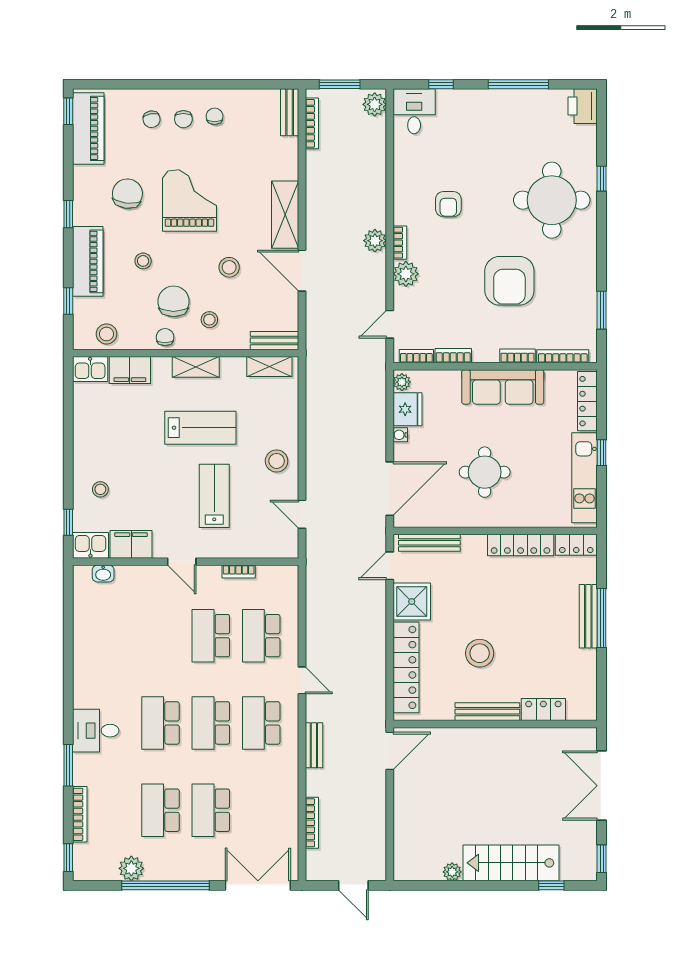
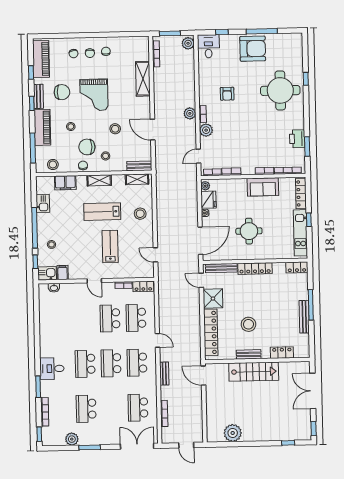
printer: (583, 106) -> (297, 139), moved
window: (68, 111) -> (31, 72), moved
bench: (290, 112) -> (39, 96), moved
chair: (127, 194) -> (62, 92), turned 83
grand piano: (189, 200) -> (94, 95), turned 180
shelving: (285, 215) -> (143, 79), moved
armchair: (509, 281) -> (253, 49), moved, turned -90
window: (68, 301) -> (33, 148), width x2.17
chair: (174, 301) -> (87, 147), turned -90
kitchen sink: (90, 369) -> (43, 203), moved, turned -90
sofa: (503, 387) -> (263, 187), width x0.73
lab bench: (200, 428) -> (102, 212), turned 180
window: (68, 456) -> (35, 228), added
stool: (277, 461) -> (140, 214), moved
filing cabinet: (131, 544) -> (63, 273), width x0.50
locker: (521, 545) -> (255, 269), moved
door: (390, 566) -> (201, 280), hinge flipped
locker: (277, 575) -> (143, 286), added
bench: (588, 616) -> (304, 317), moved
bench: (487, 712) -> (249, 354), width x0.73
door: (390, 751) -> (203, 376), swing flipped
school desk: (211, 810) -> (138, 408), moved
stairs: (511, 863) -> (254, 372), moved, turned 180
plant: (452, 872) -> (233, 433), width x1.87, depth x1.87
window: (165, 885) -> (90, 447), width x0.47

